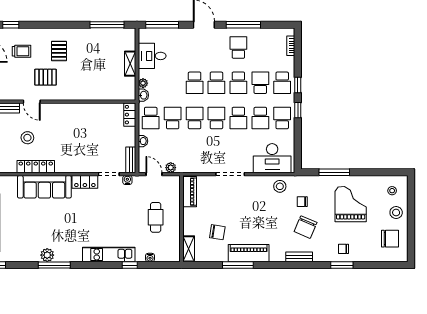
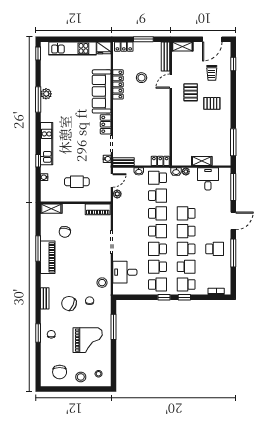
desk: (272, 158) -> (125, 272), width x0.73

